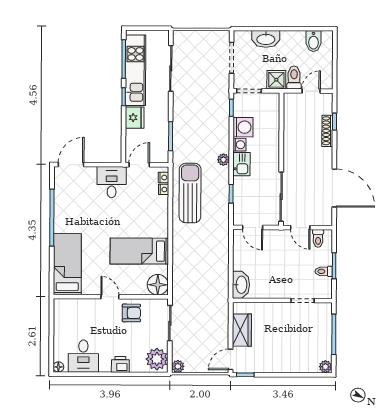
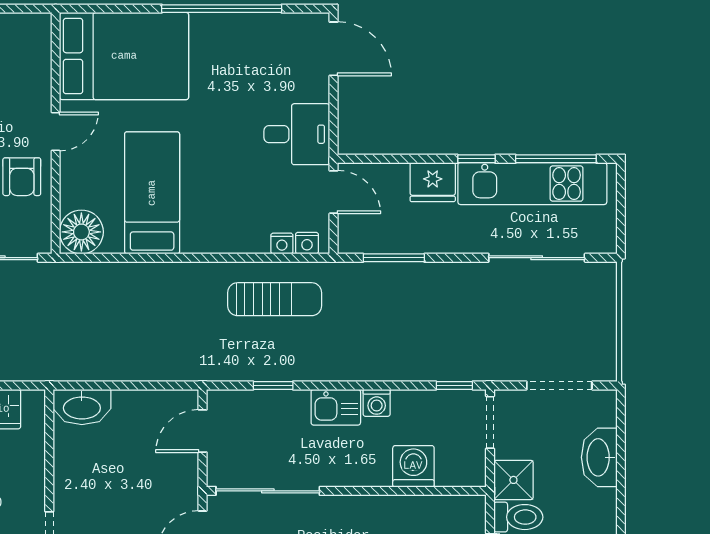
washing machine: (243, 127) -> (413, 466), moved, turned 180
plant: (223, 160) -> (345, 369), removed
sun lounger: (190, 193) -> (275, 299), width x0.73, depth x0.75
bed: (67, 264) -> (124, 56), width x1.50

